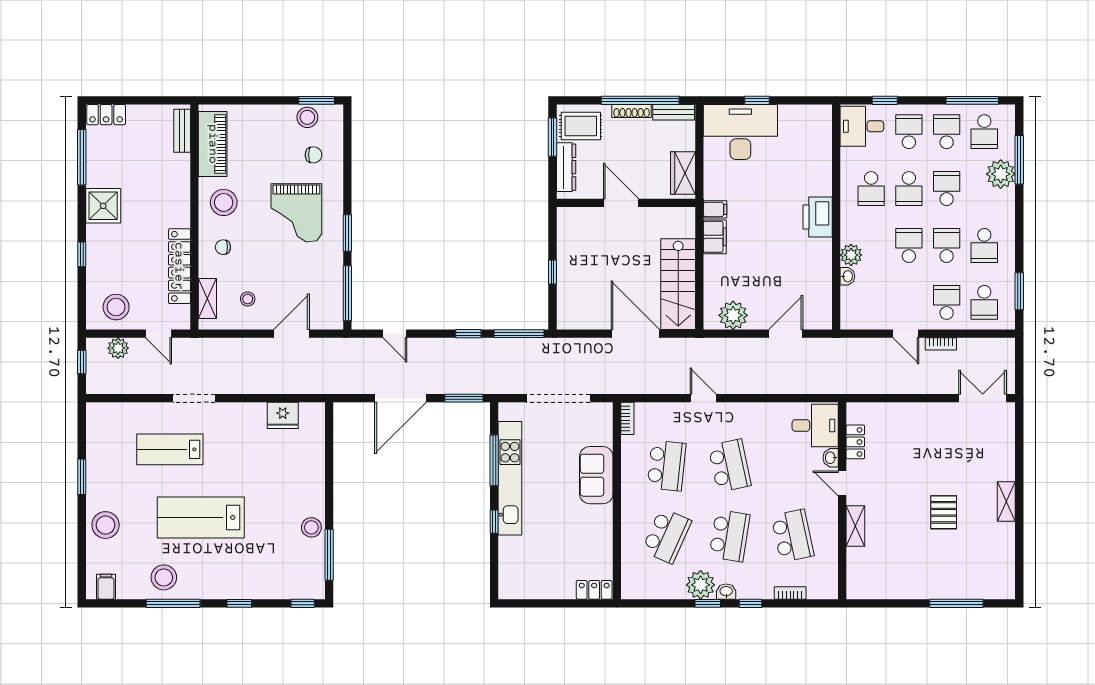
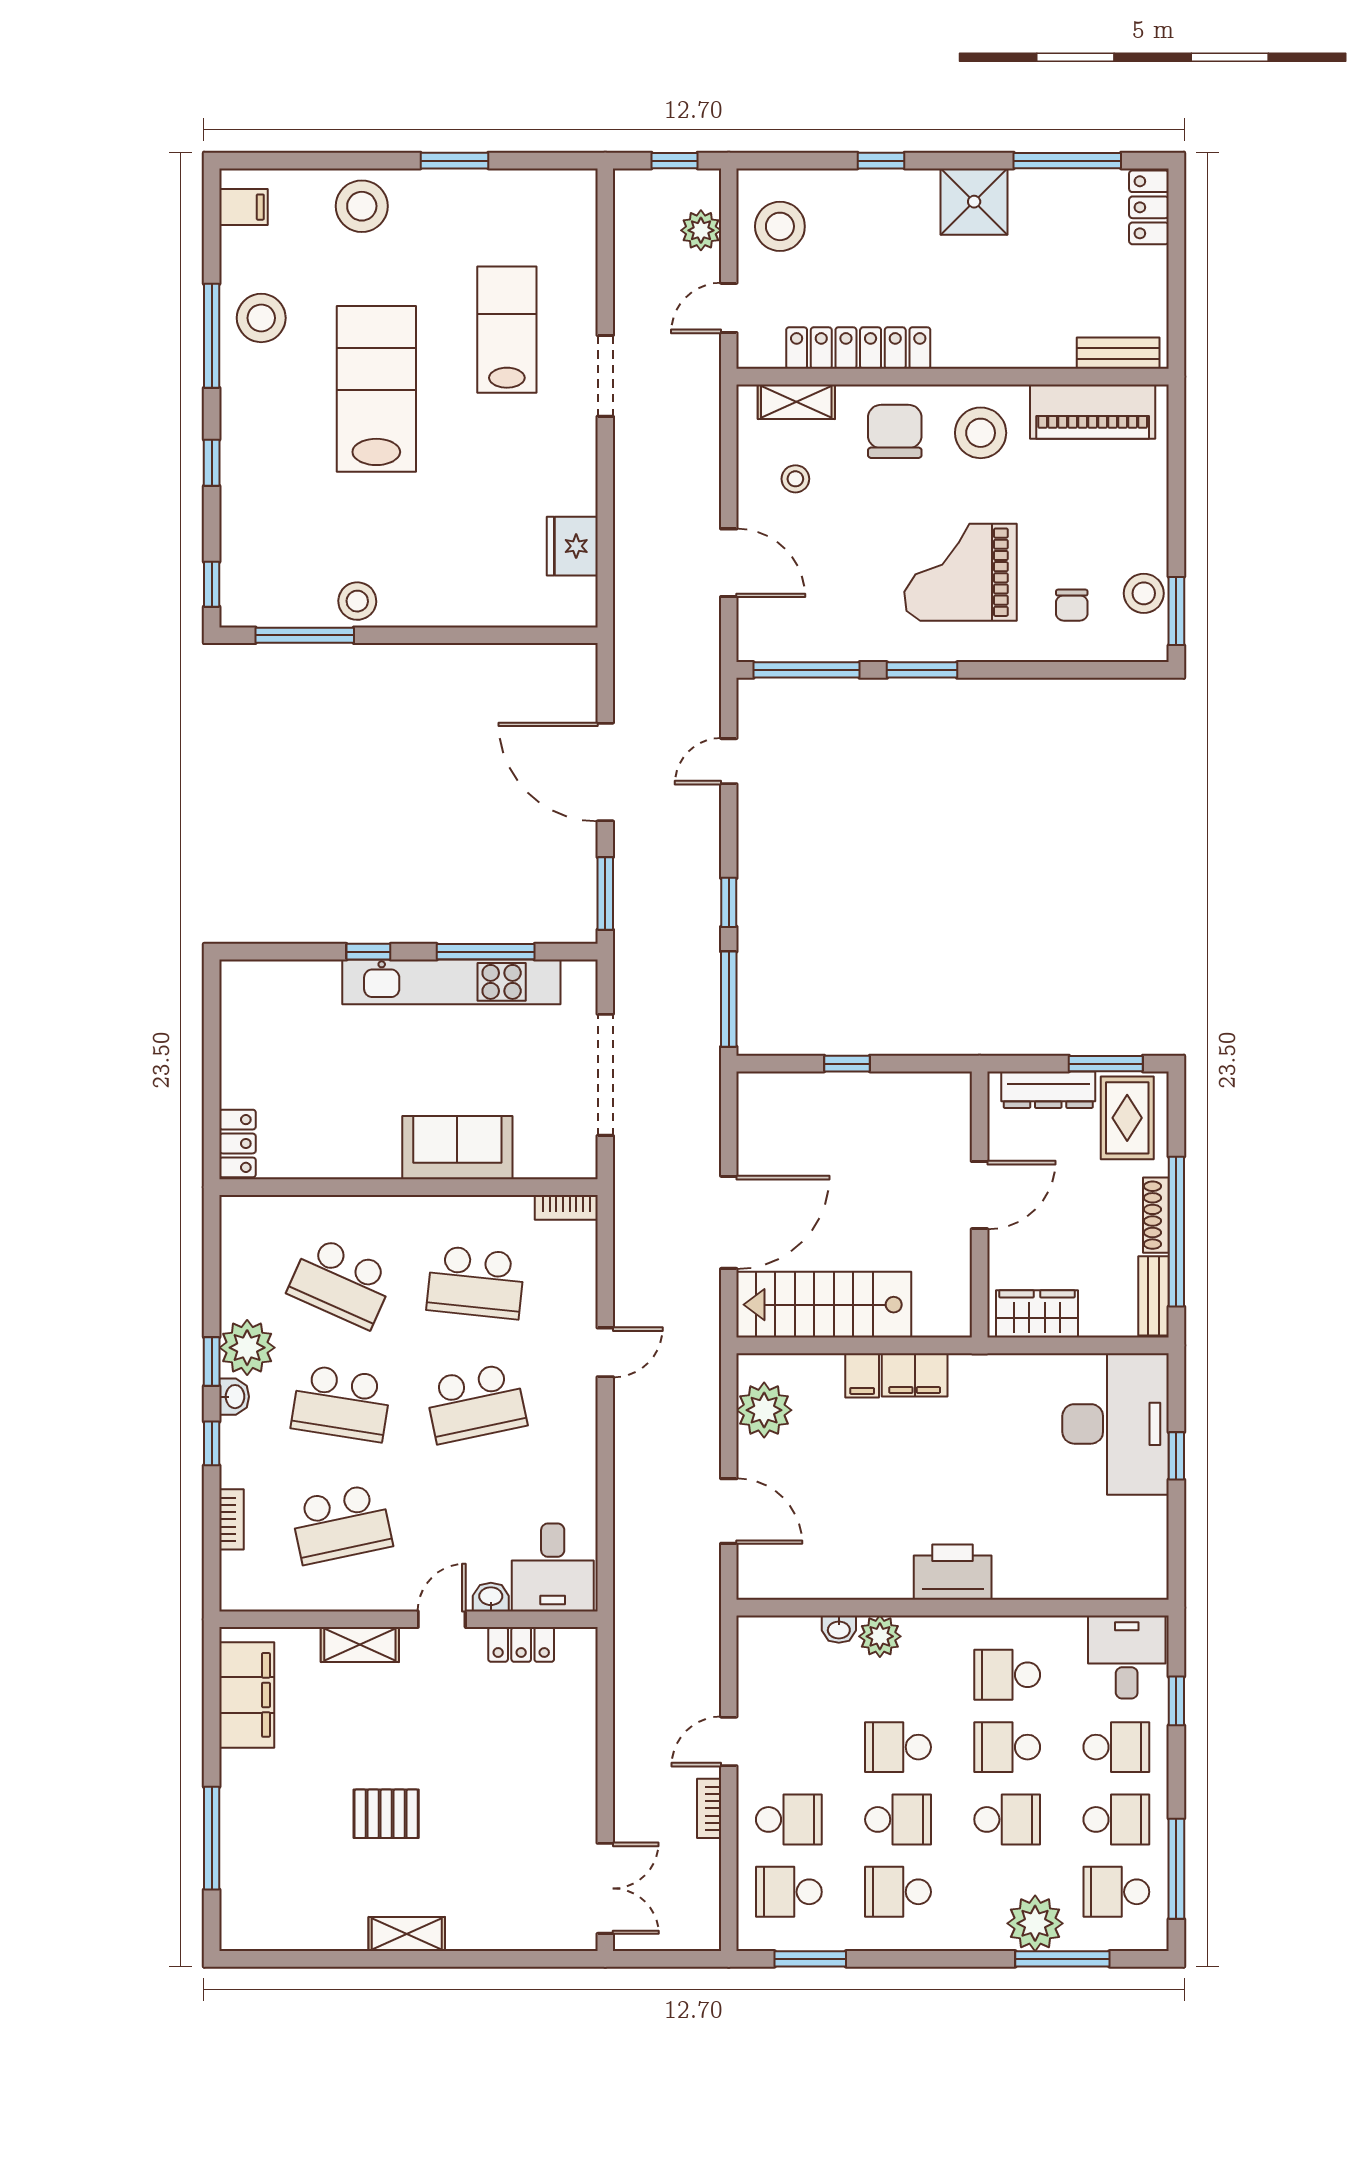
filing cabinet: (715, 209) -> (862, 1375), moved
school desk: (909, 245) -> (898, 1747), turned 180
chair: (223, 247) -> (895, 431), width x1.87, depth x1.87
filing cabinet: (882, 585) -> (247, 1695), added

